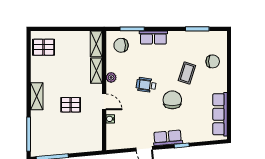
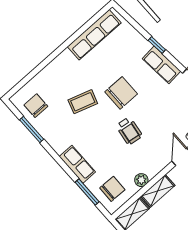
chair: (121, 45) -> (112, 189), turned -86
chair: (213, 61) -> (36, 106), moved
plant: (111, 77) -> (141, 180), moved
chair: (172, 100) -> (121, 93), turned 180

